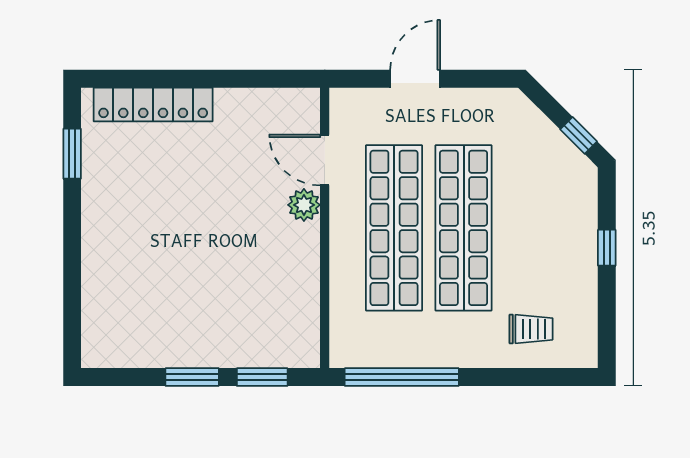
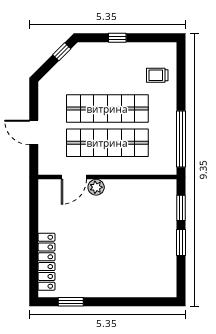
trolley: (531, 329) -> (157, 75), turned -90

